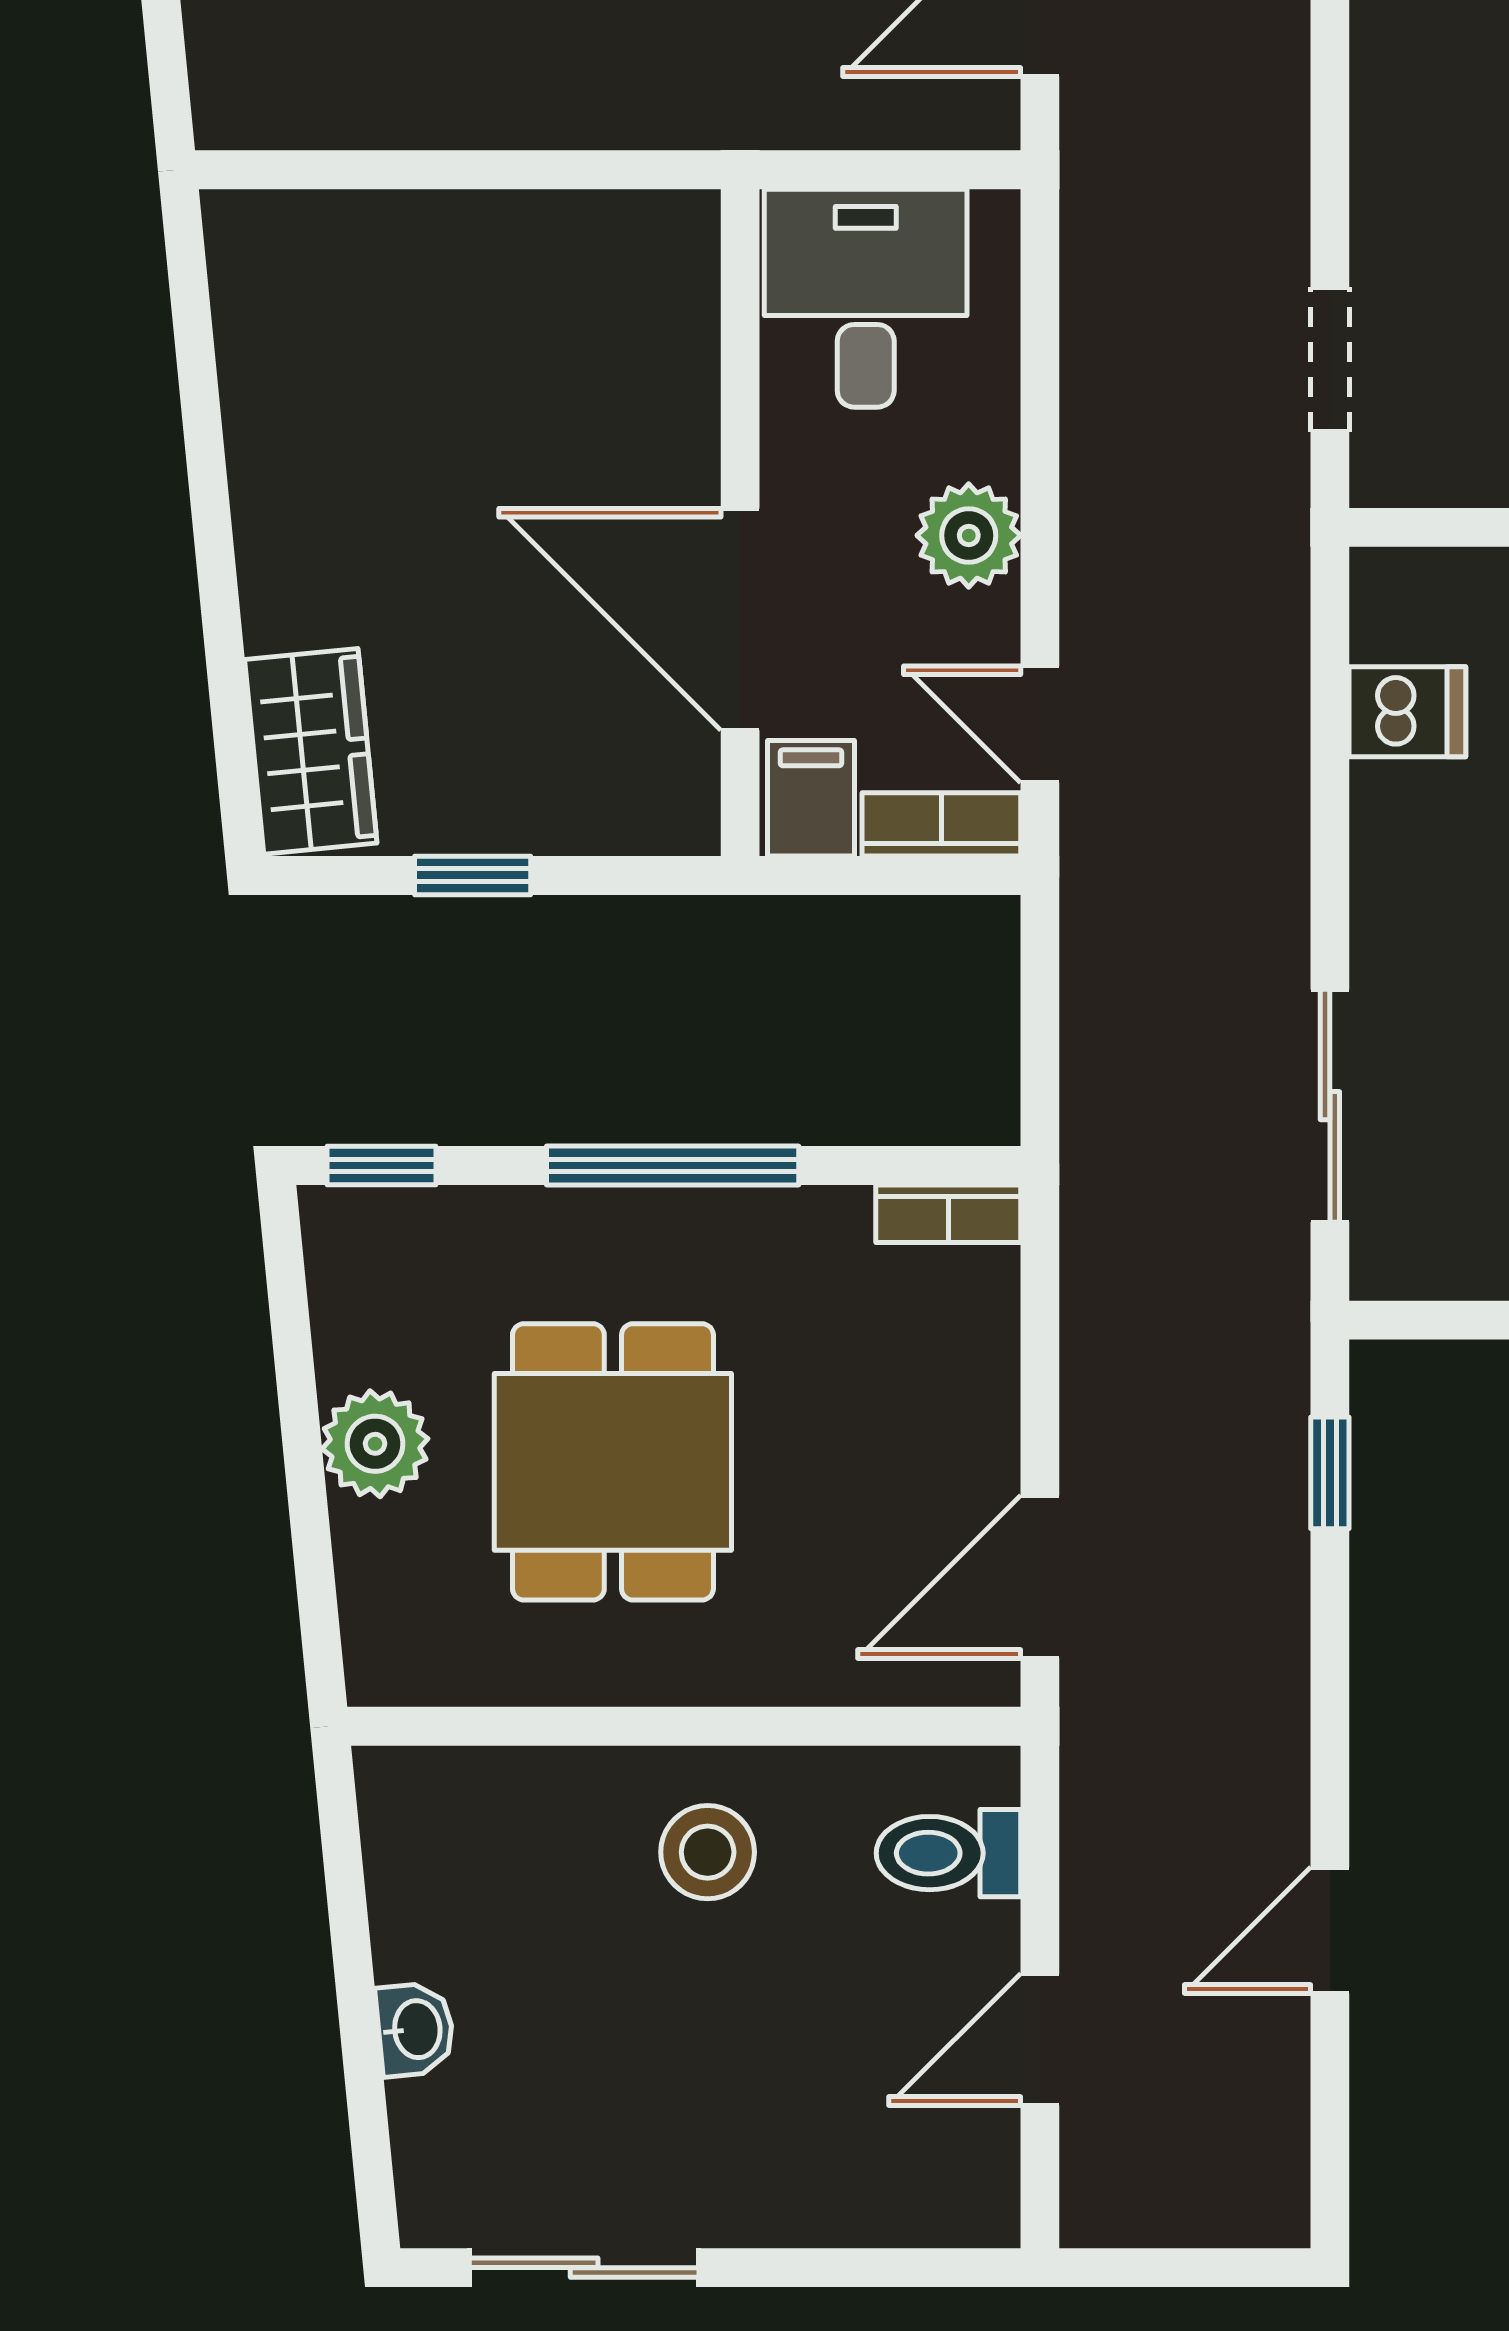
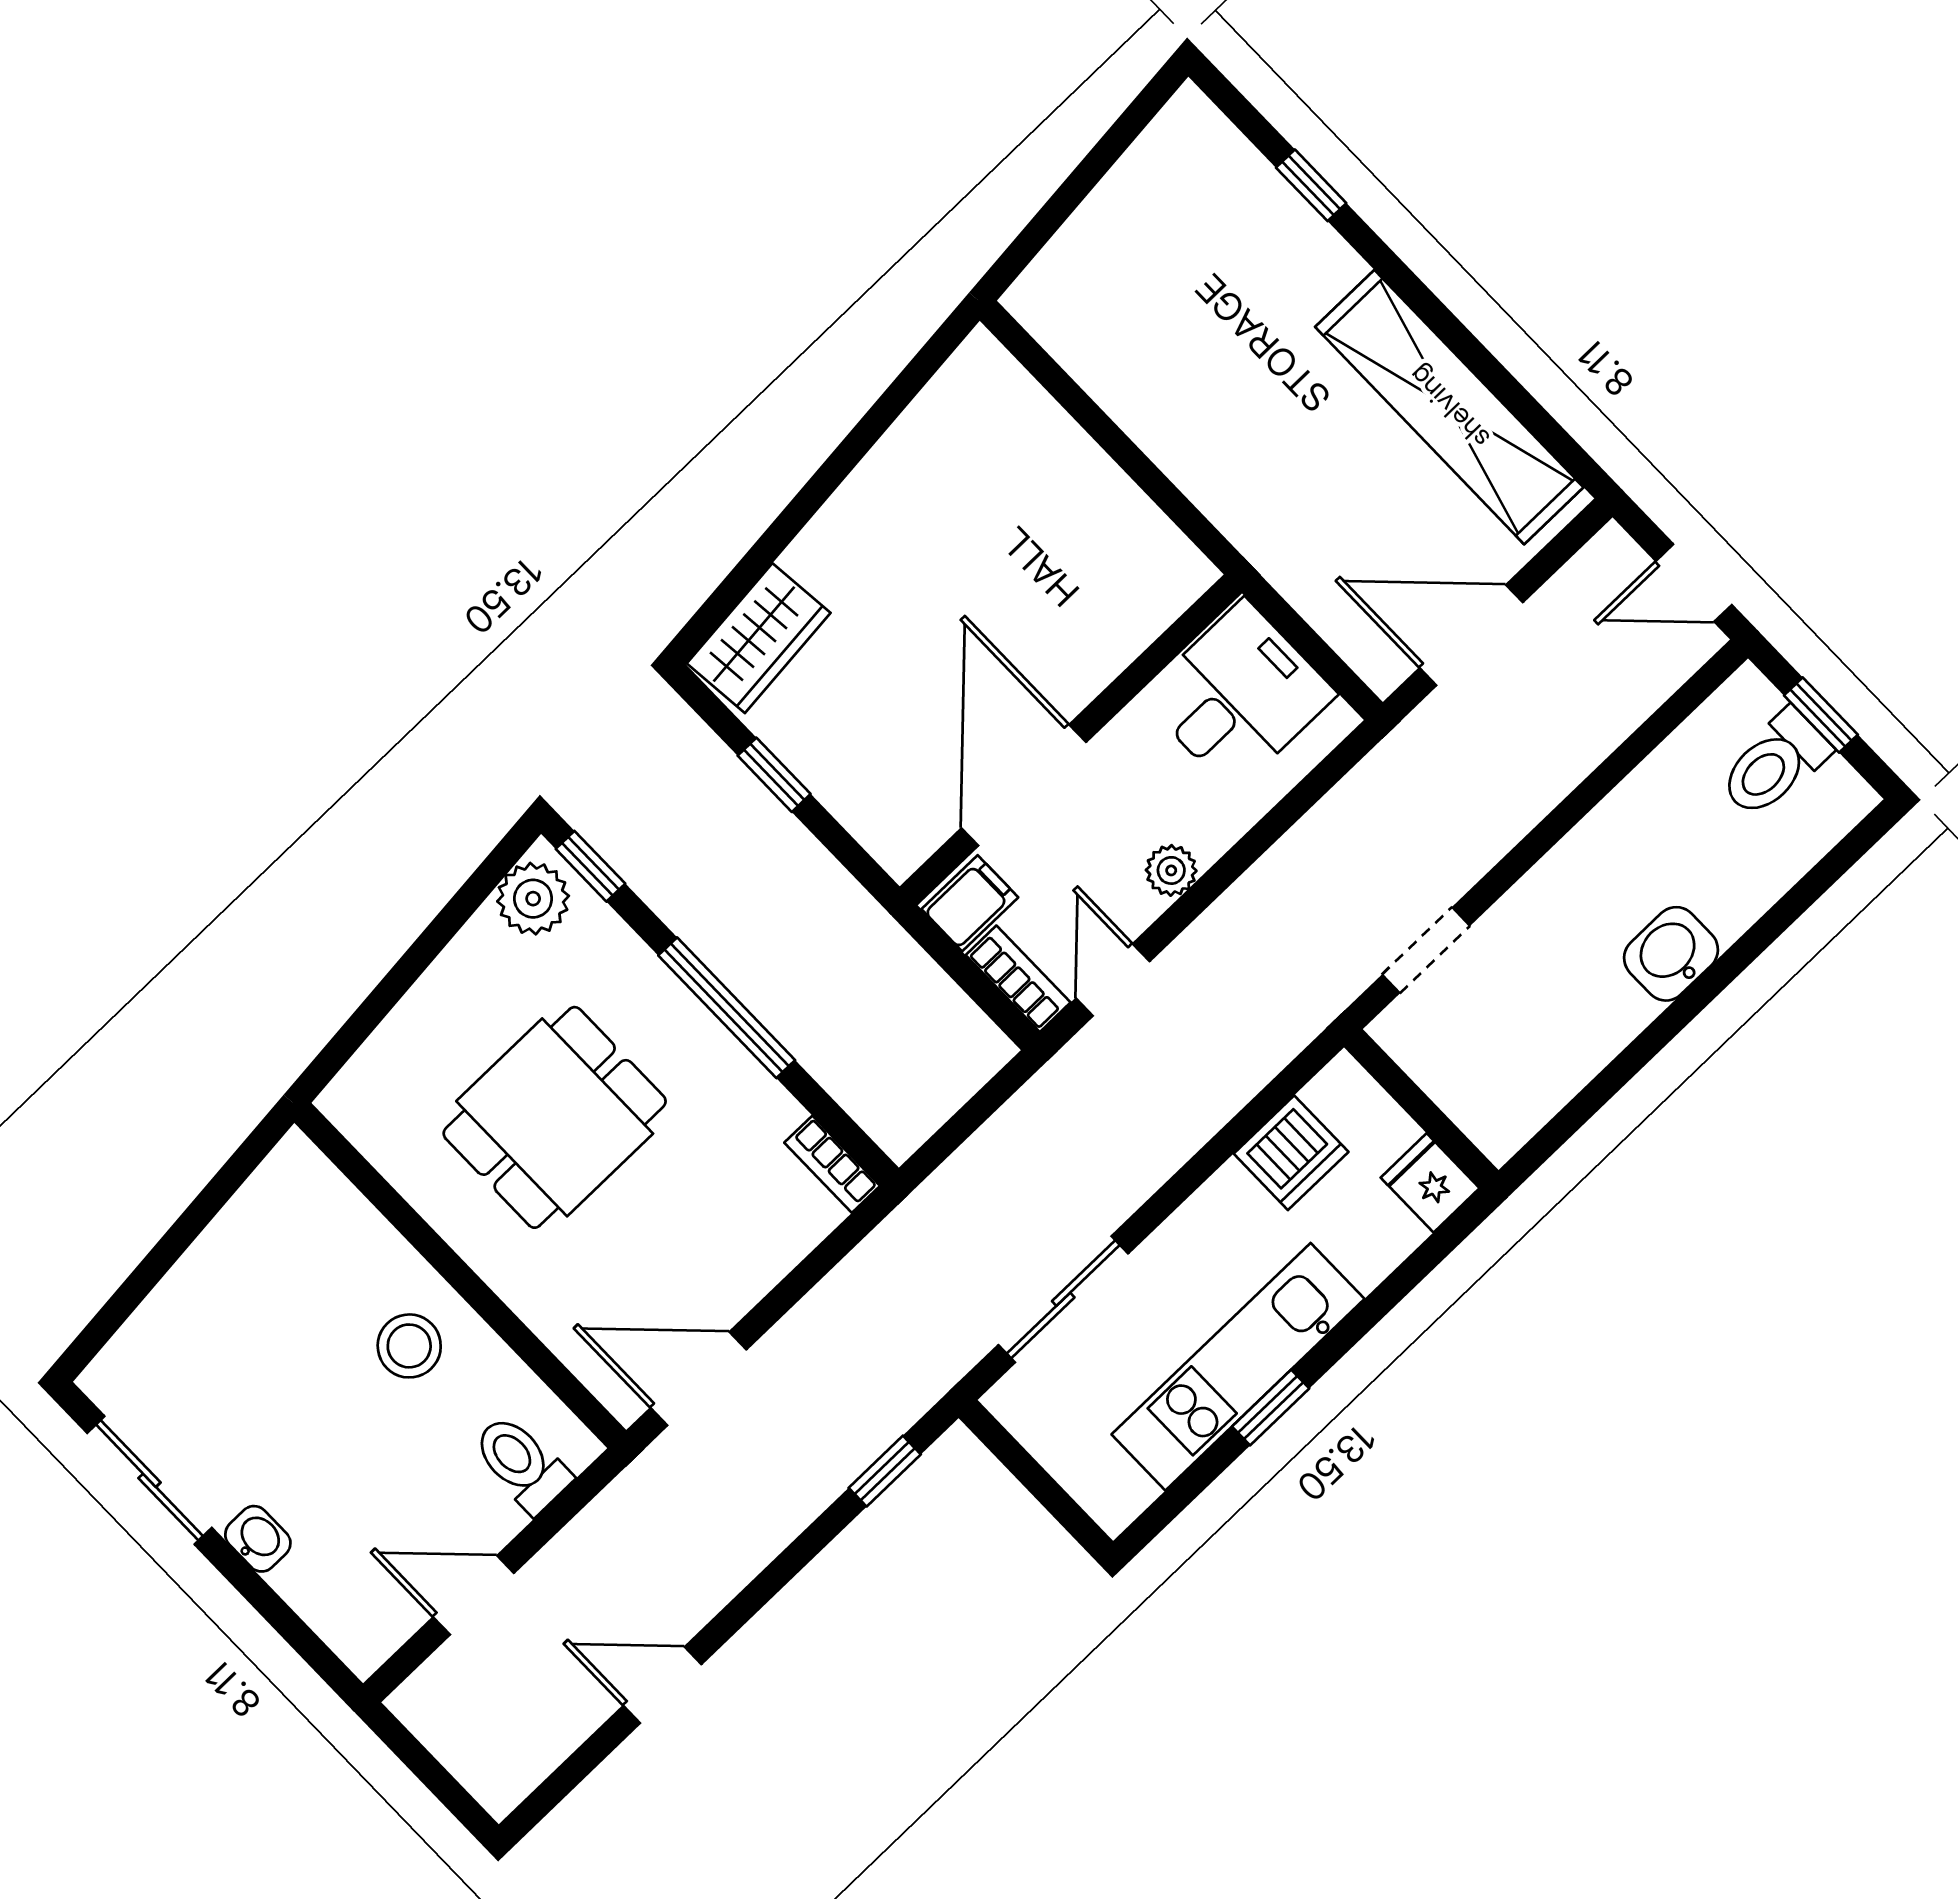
plant: (969, 535) -> (1171, 870), width x0.73, depth x0.73
dishwasher: (1407, 712) -> (1291, 1153), width x1.38
plant: (375, 1444) -> (533, 899), moved
washbasin: (415, 2029) -> (258, 1539), moved, turned -84

